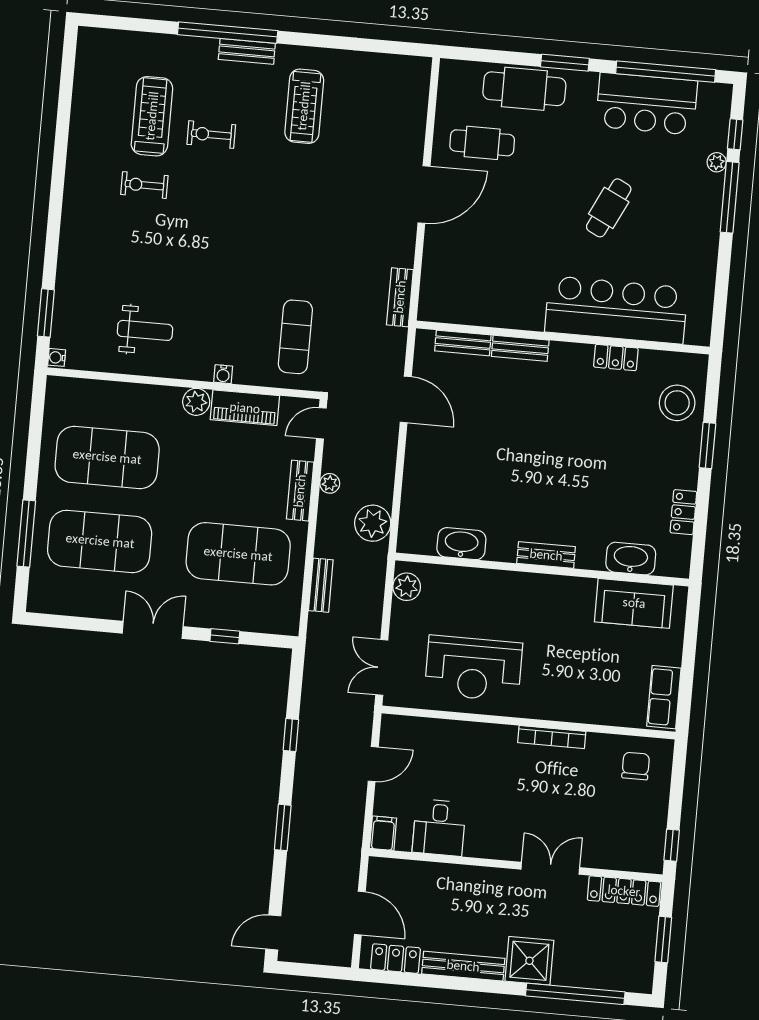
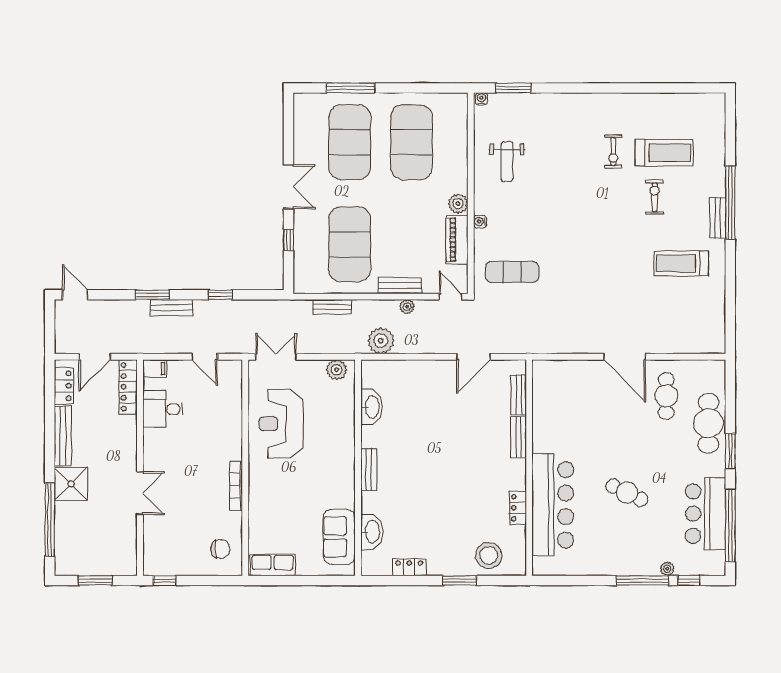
exercise bike: (144, 185) -> (613, 152), turned 180
bench: (400, 297) -> (172, 307), moved
locker: (624, 891) -> (128, 387), moved

